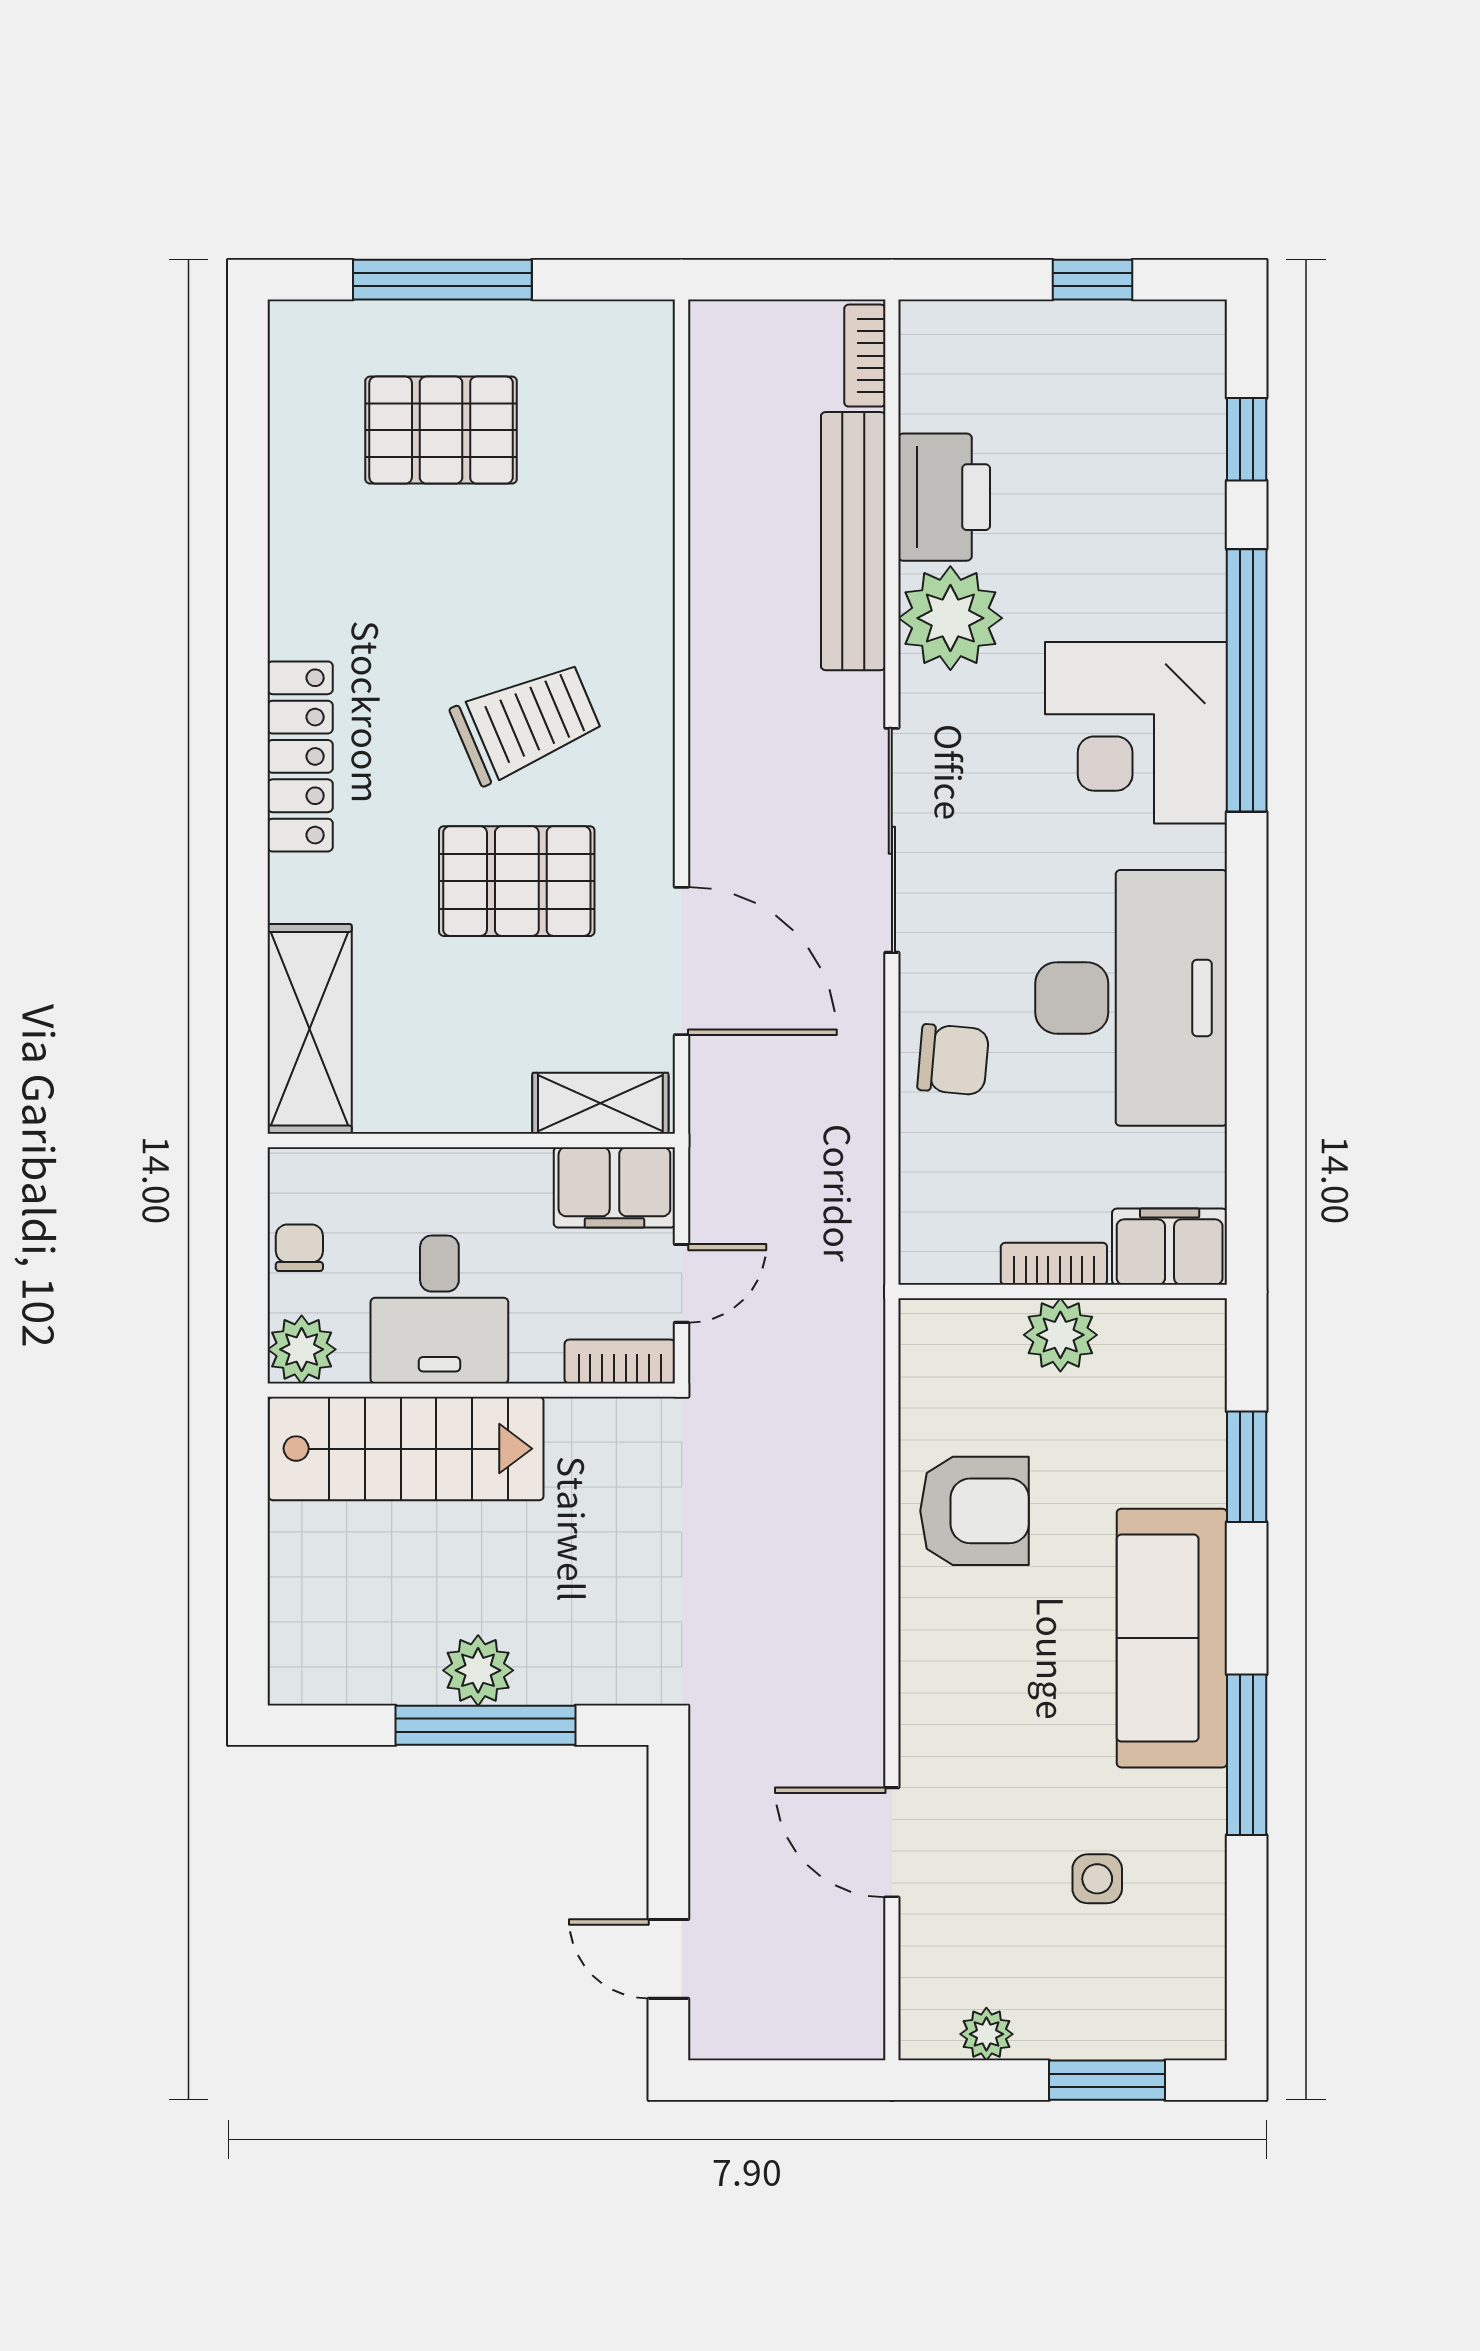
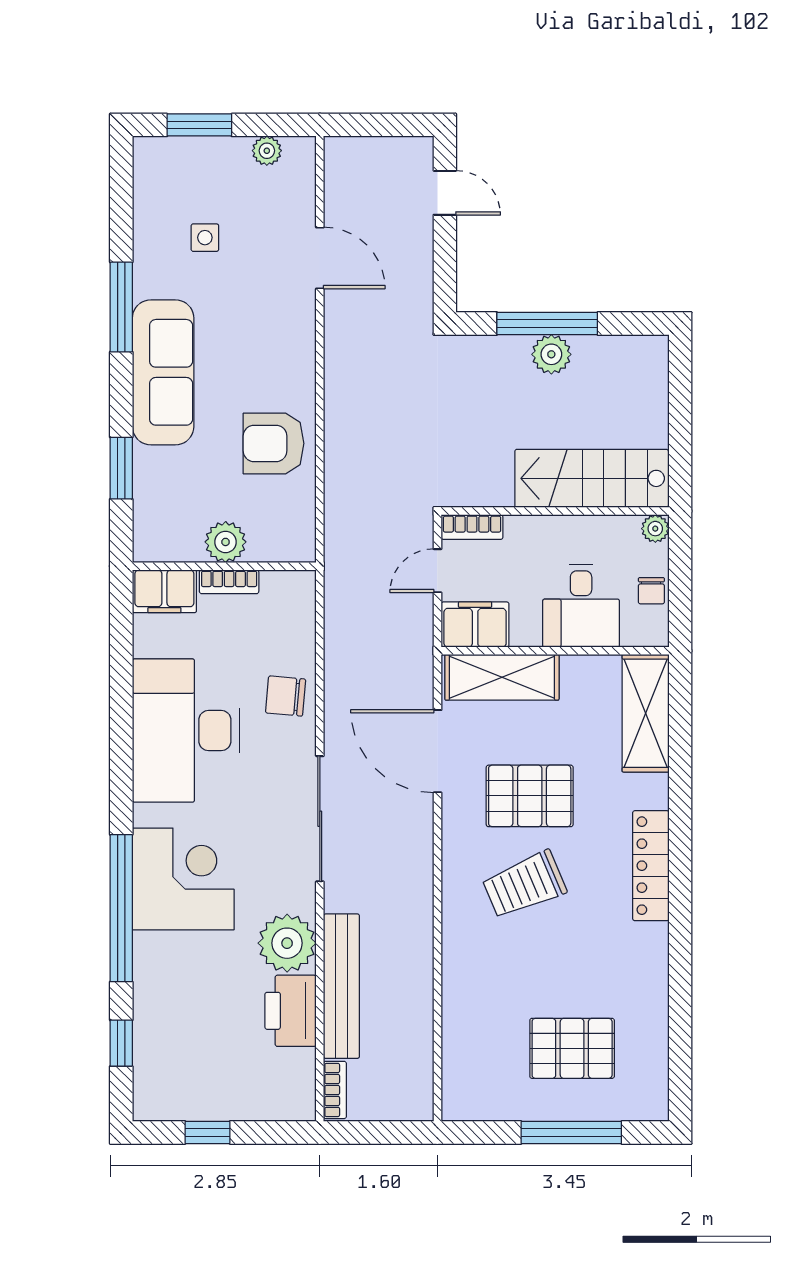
shelving: (600, 1103) -> (502, 677), width x1.50, depth x1.33
desk: (439, 1309) -> (581, 606), moved, turned 180
plant: (302, 1349) -> (655, 529), width x0.73, depth x0.73

